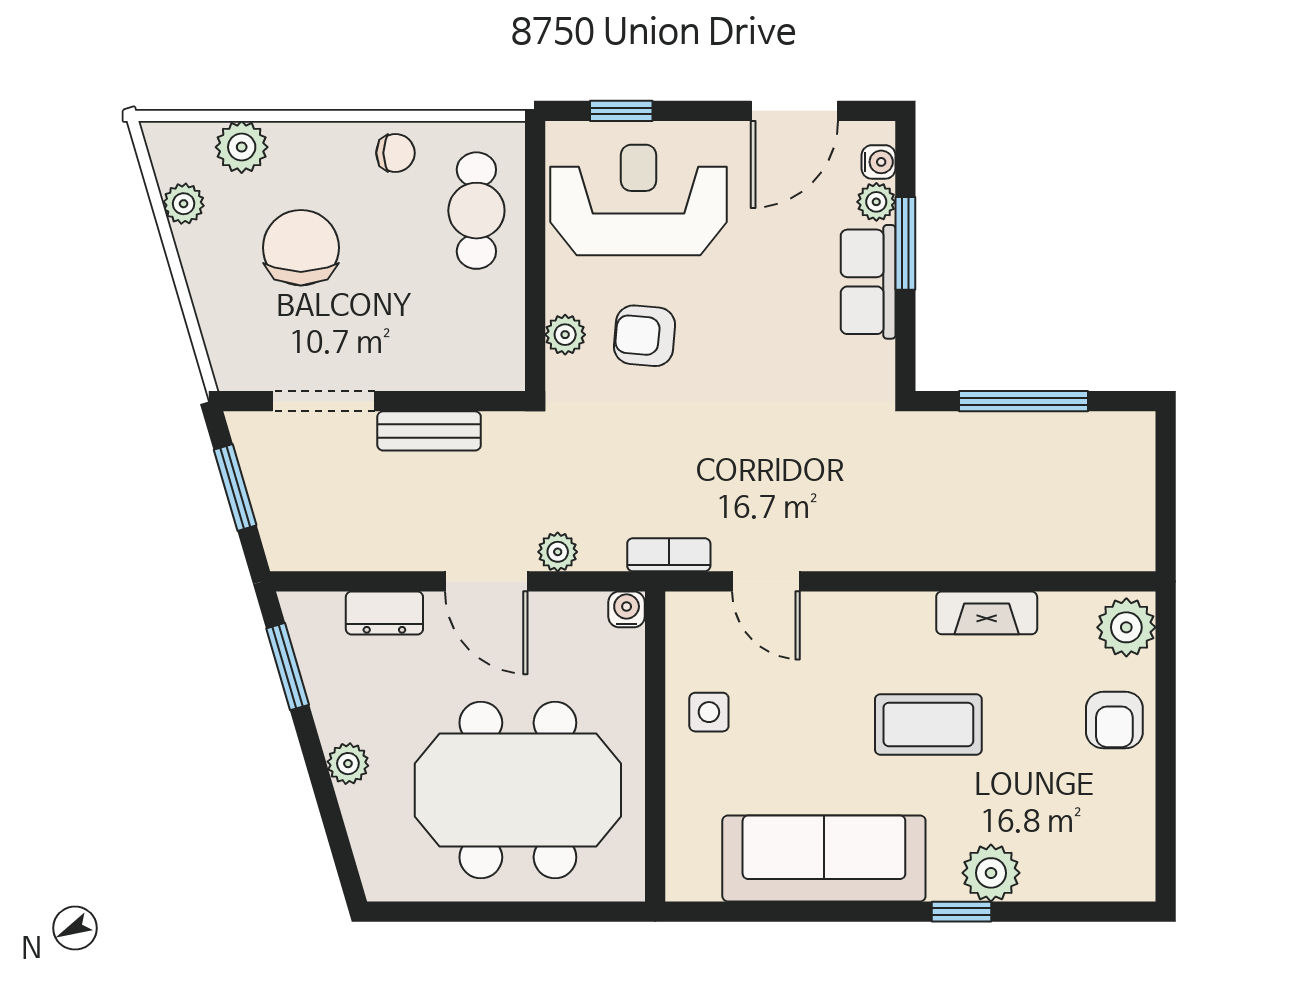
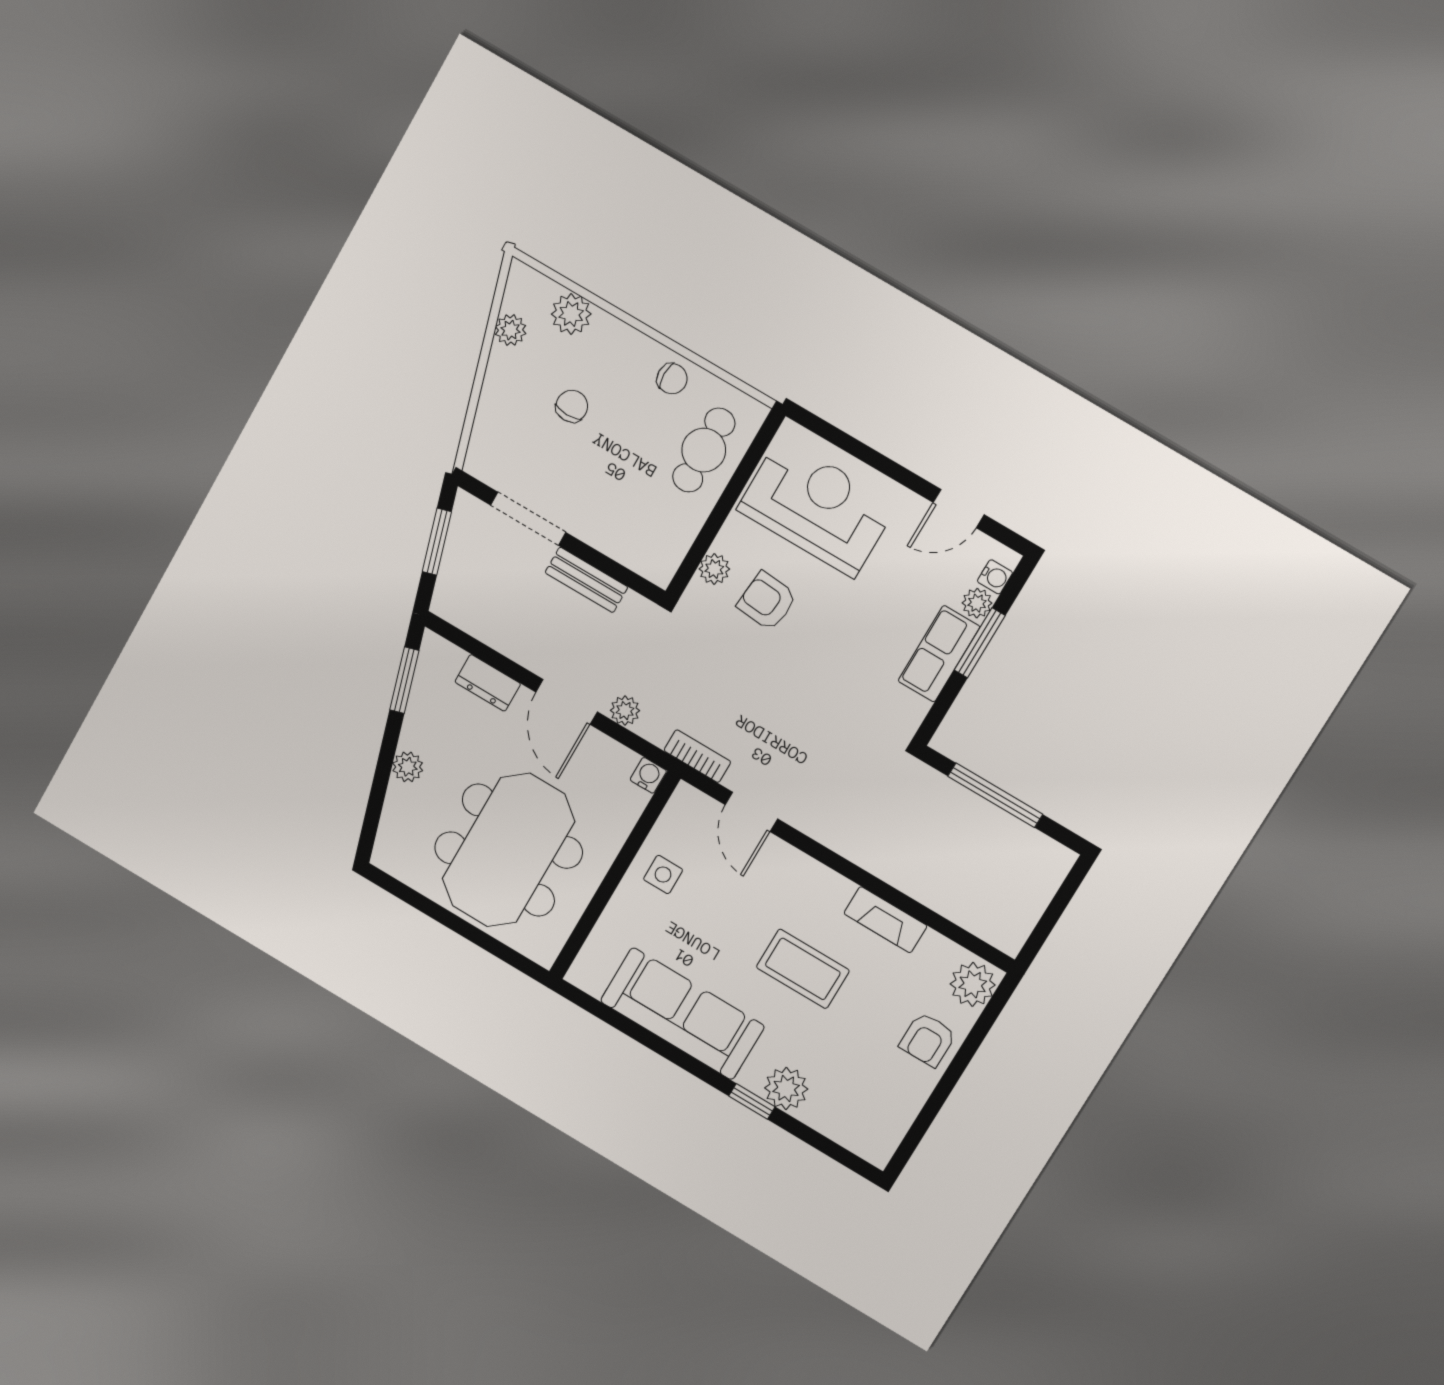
window: (621, 111) -> (841, 440), removed
door: (794, 111) -> (959, 509), width x0.73
chair: (301, 248) -> (572, 406), width x0.54, depth x0.54
meeting table: (518, 790) -> (508, 850), turned 90

